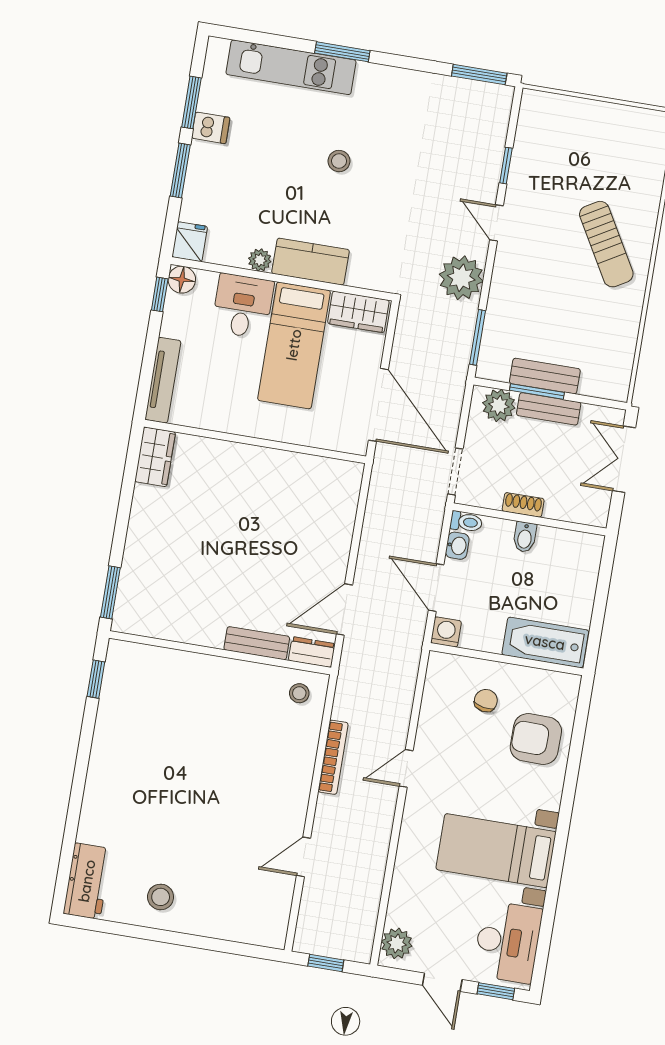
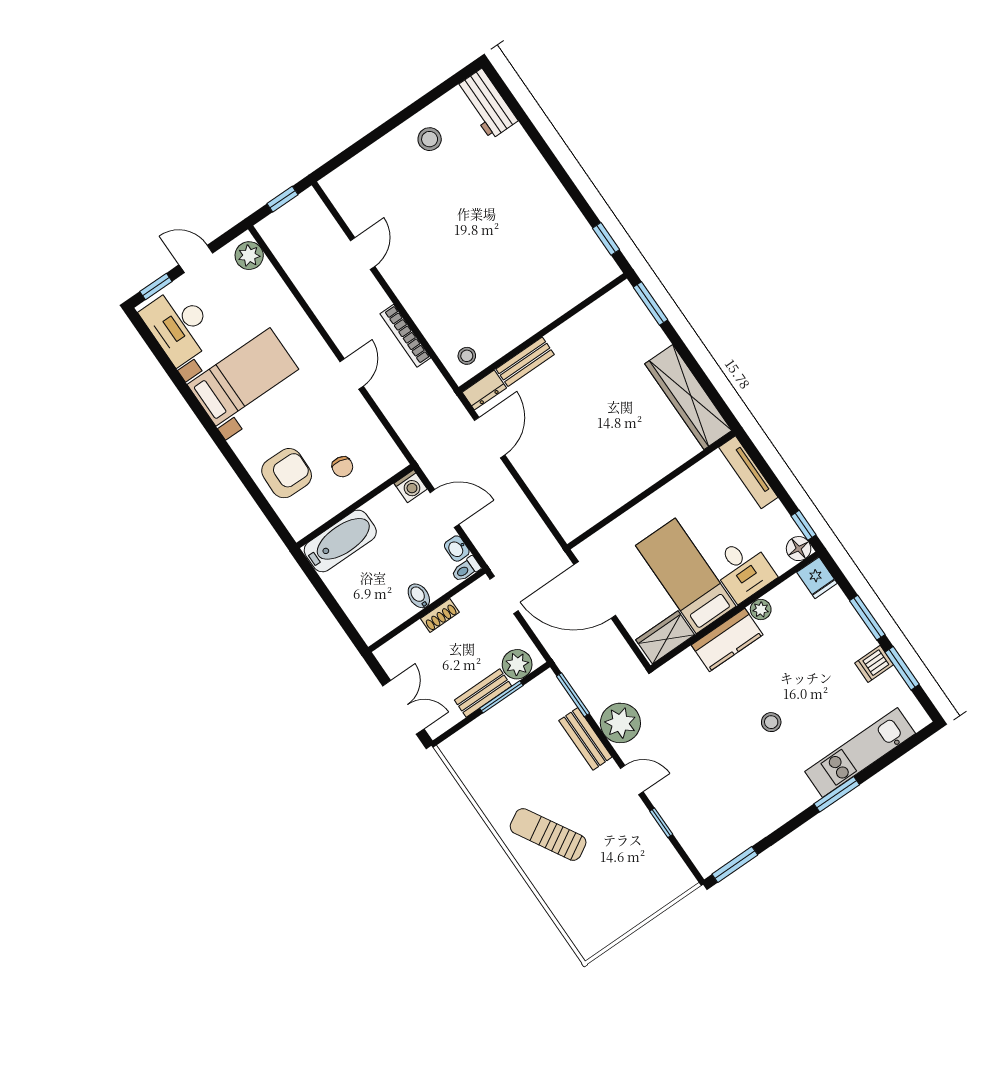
bench: (545, 376) -> (585, 739), moved, turned 90
wardrobe: (155, 457) -> (688, 397), width x2.10, depth x1.17

